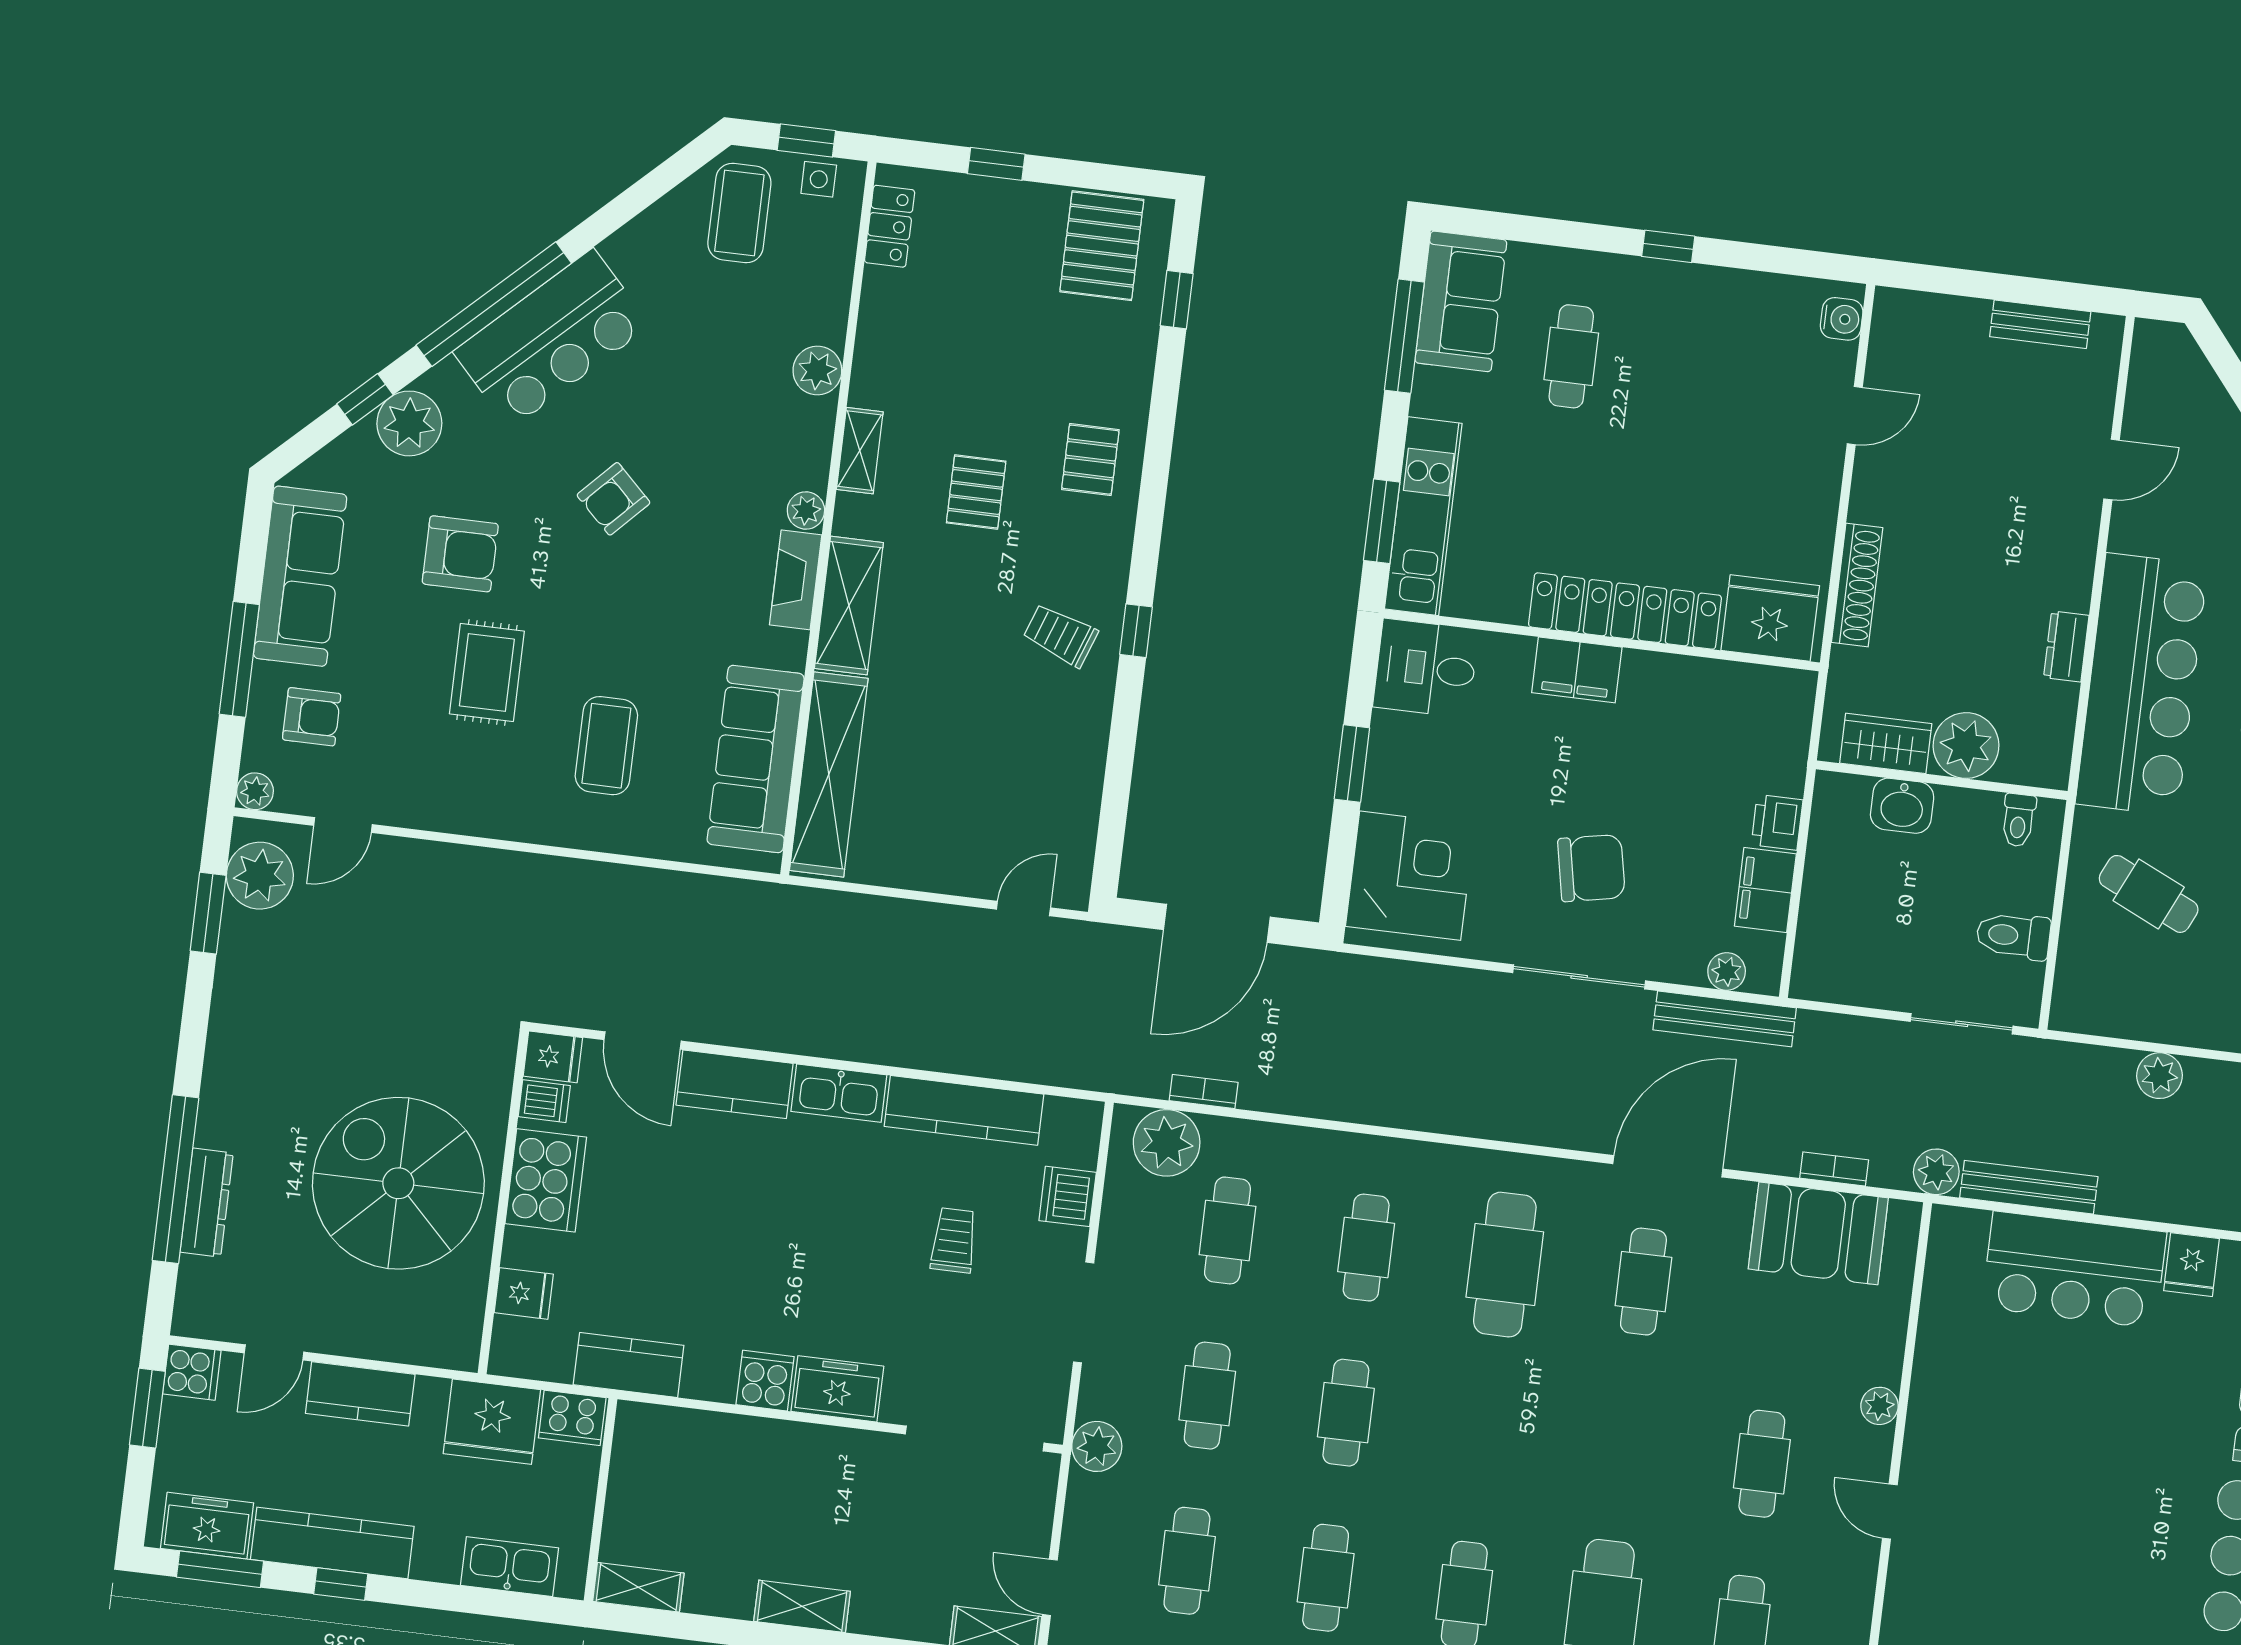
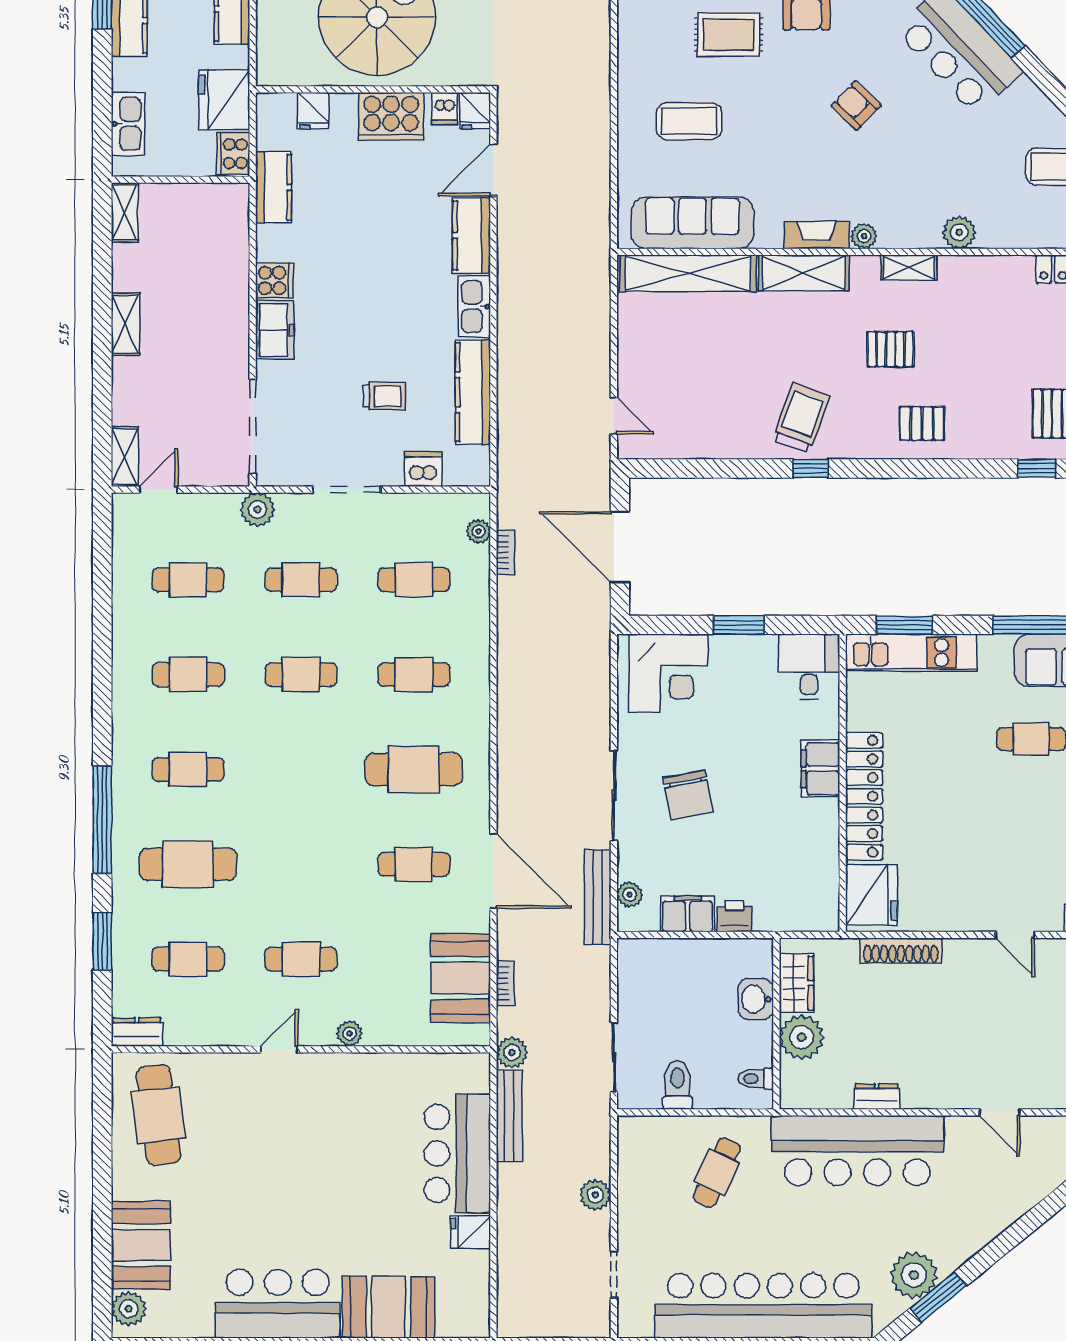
trolley: (1060, 635) -> (801, 418), width x1.36, depth x1.39
plant: (1167, 1143) -> (478, 531), width x0.53, depth x0.53

